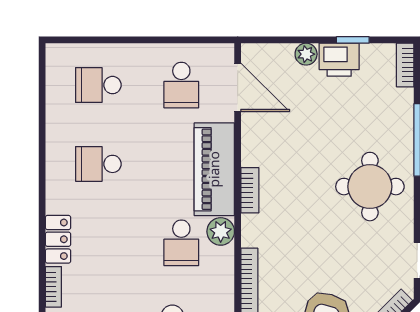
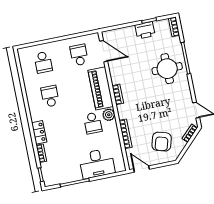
plant: (306, 54) -> (130, 31), removed
school desk: (98, 85) -> (43, 62), turned -90
school desk: (181, 85) -> (79, 55), turned 180
school desk: (98, 164) -> (50, 96), turned 90
round table: (370, 187) -> (167, 69), moved

